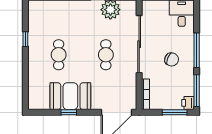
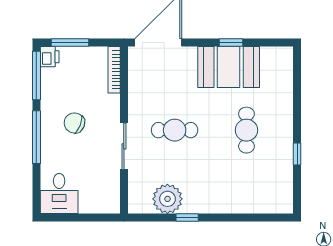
sliding door: (139, 44) -> (124, 146), width x0.54
cafe table: (106, 55) -> (175, 130), turned 90

